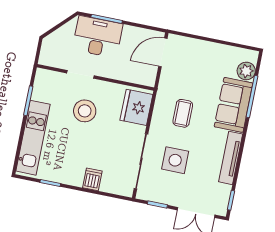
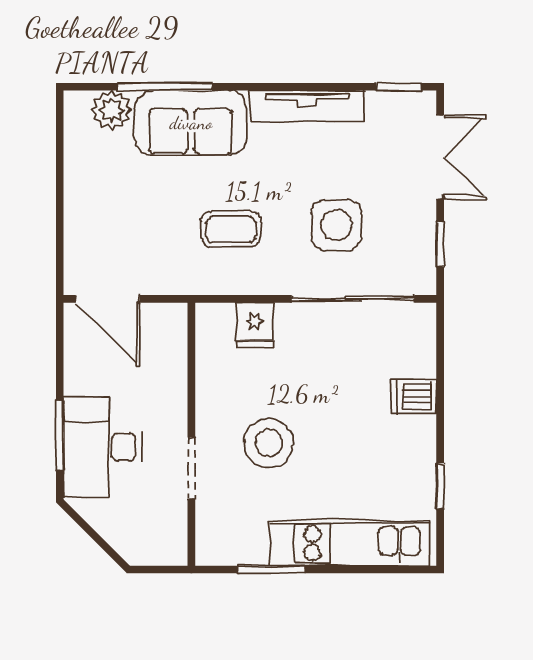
fridge: (136, 107) -> (255, 325), width x0.53, depth x0.75

